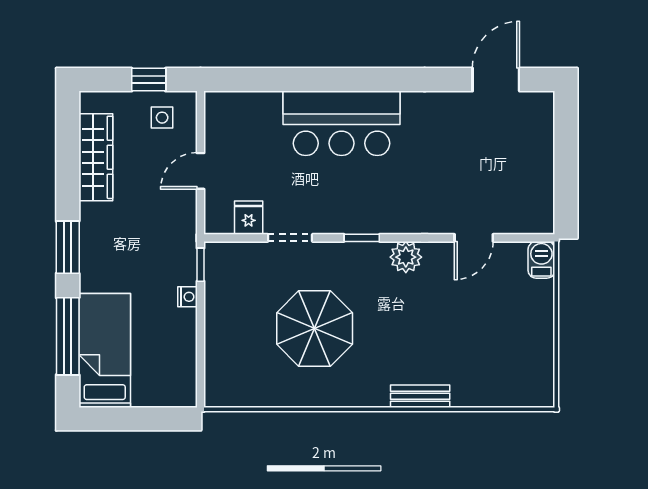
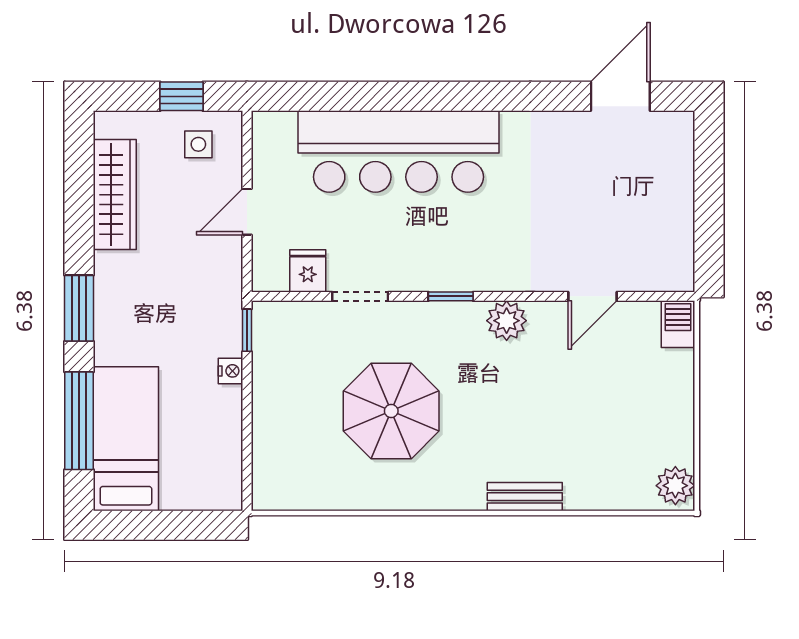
bar counter: (341, 123) -> (398, 152), width x1.36
plant: (539, 387) -> (675, 486), added

